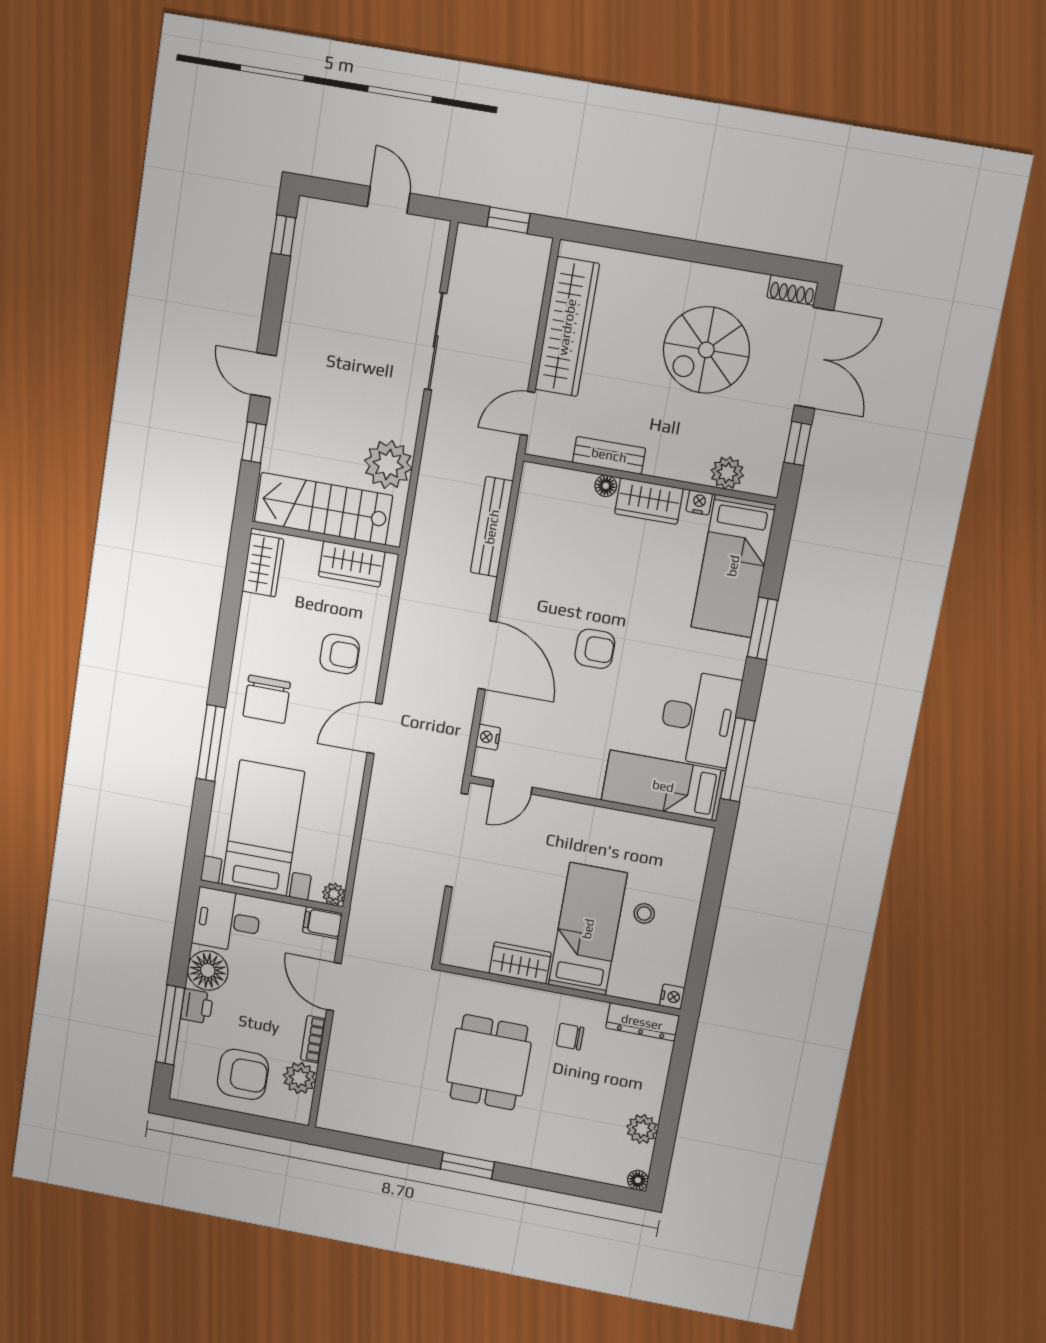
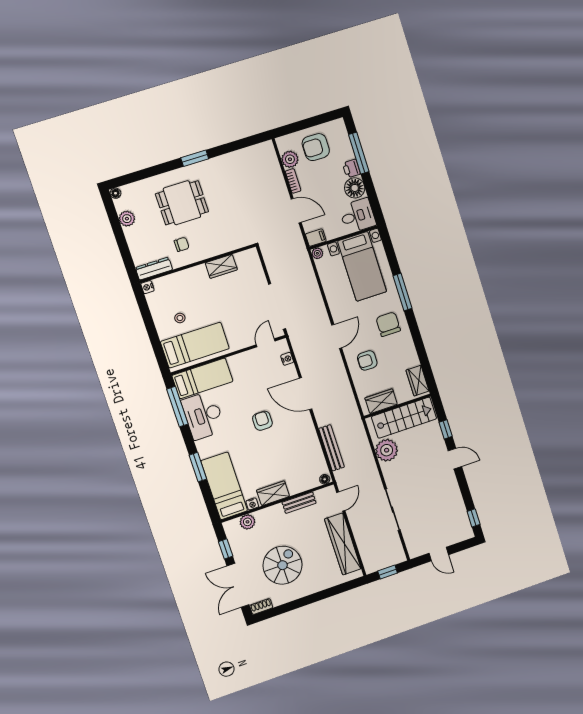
floor lamp: (606, 486) -> (325, 479), moved
armchair: (595, 649) -> (262, 421), turned 90
bed: (588, 929) -> (195, 345), moved, turned -90
dining table: (489, 1062) -> (182, 203), moved, turned 90

